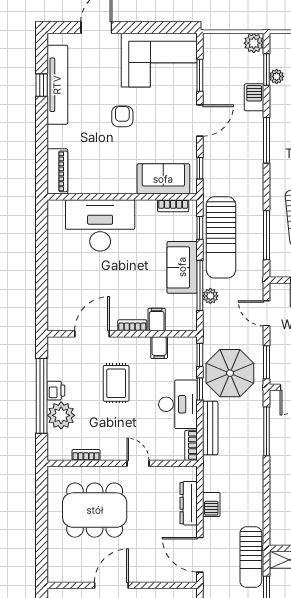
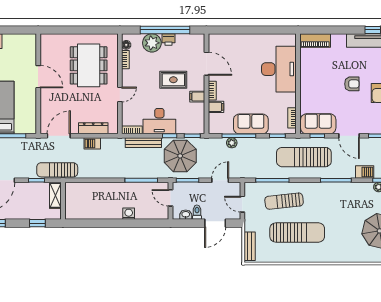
sofa: (163, 179) -> (318, 124), moved, turned -90
sun lounger: (221, 237) -> (304, 157), moved
filing cabinet: (159, 348) -> (197, 97), moved
floor lamp: (64, 454) -> (126, 45), added

